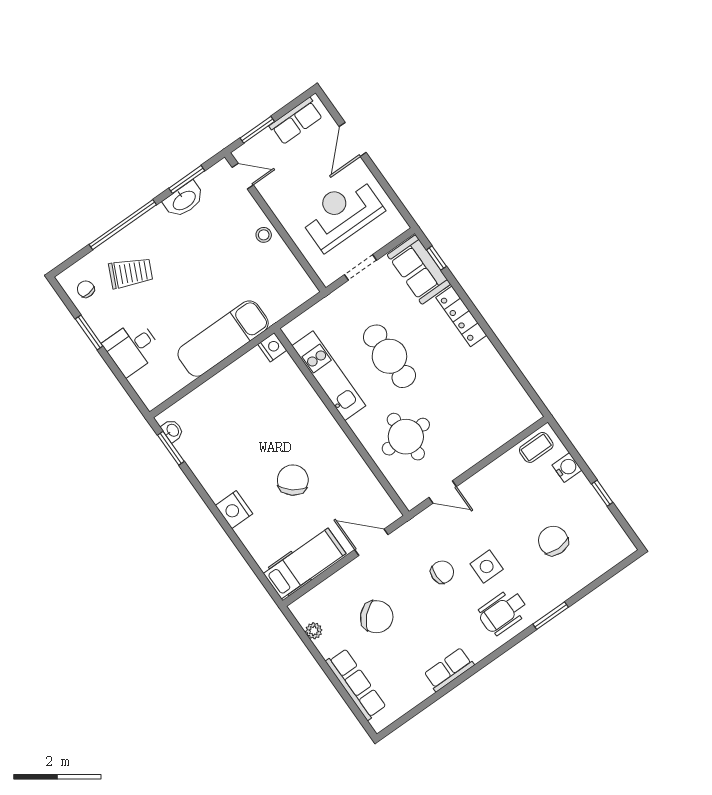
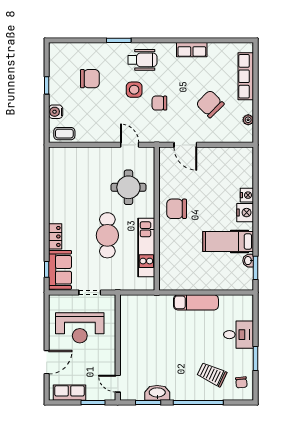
stool: (264, 235) -> (128, 345), removed
locker: (461, 316) -> (55, 236), width x0.66
exam couch: (223, 339) -> (196, 302), width x0.73, depth x0.69
nightstand: (272, 347) -> (247, 195), moved, turned 180
washbasin: (172, 431) -> (248, 261), moved
chair: (293, 480) -> (177, 209), moved, turned 51
chair: (553, 541) -> (90, 79), turned -90
hospital bed: (305, 563) -> (228, 242), moved

